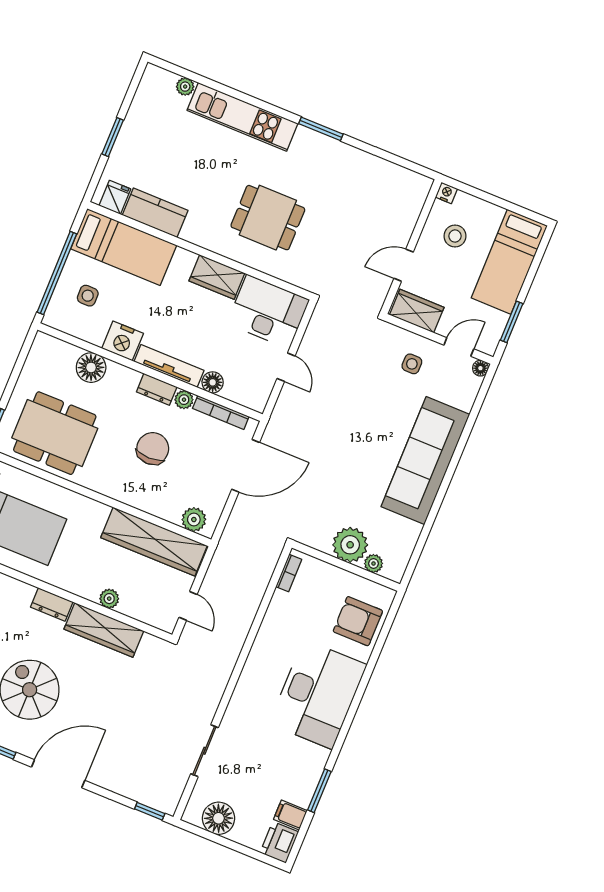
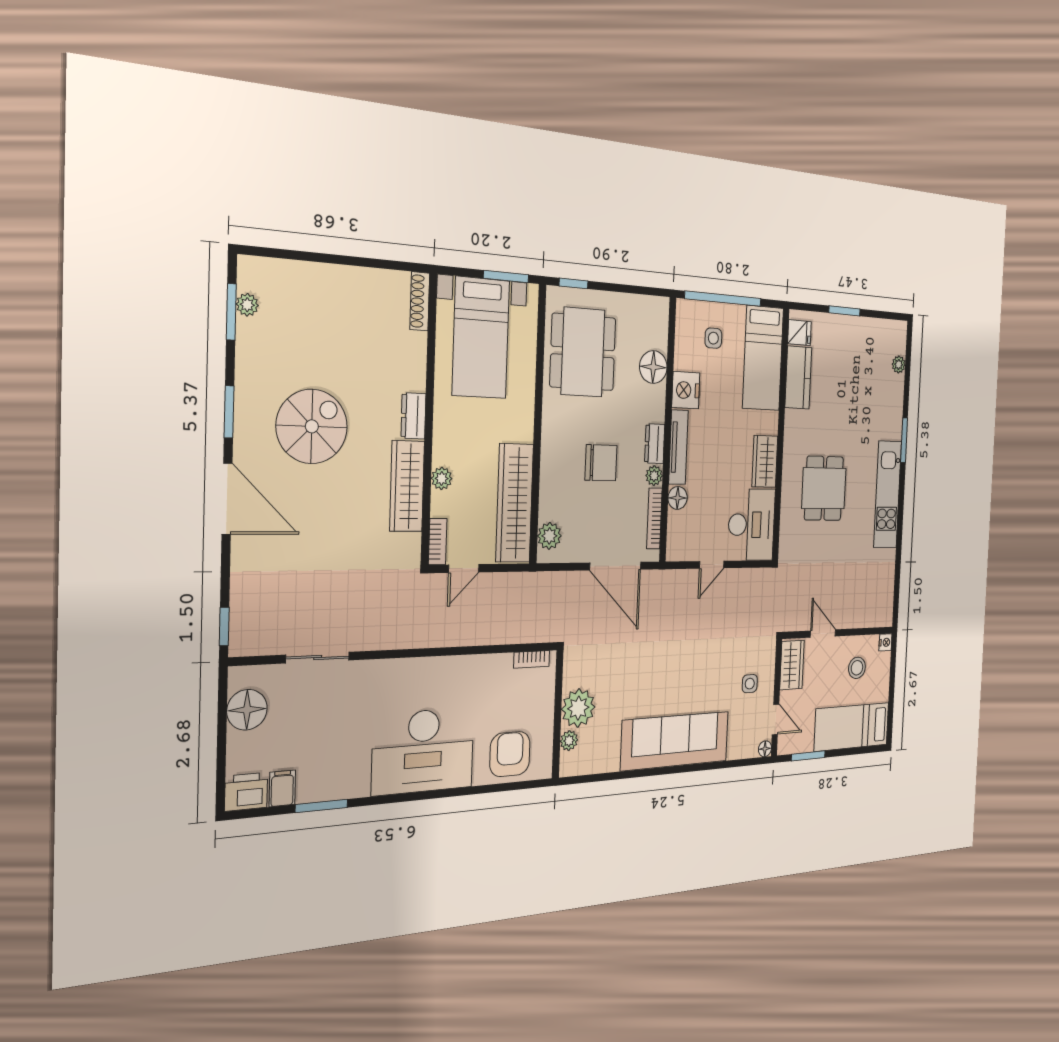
kitchen unit: (243, 117) -> (888, 494), moved
window: (321, 129) -> (904, 440), moved
bookcase: (157, 620) -> (438, 542), added

